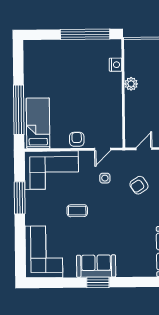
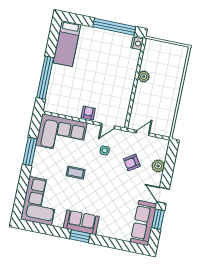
nightstand: (116, 65) -> (137, 43), moved
bed: (38, 123) -> (67, 44), moved, turned 180

